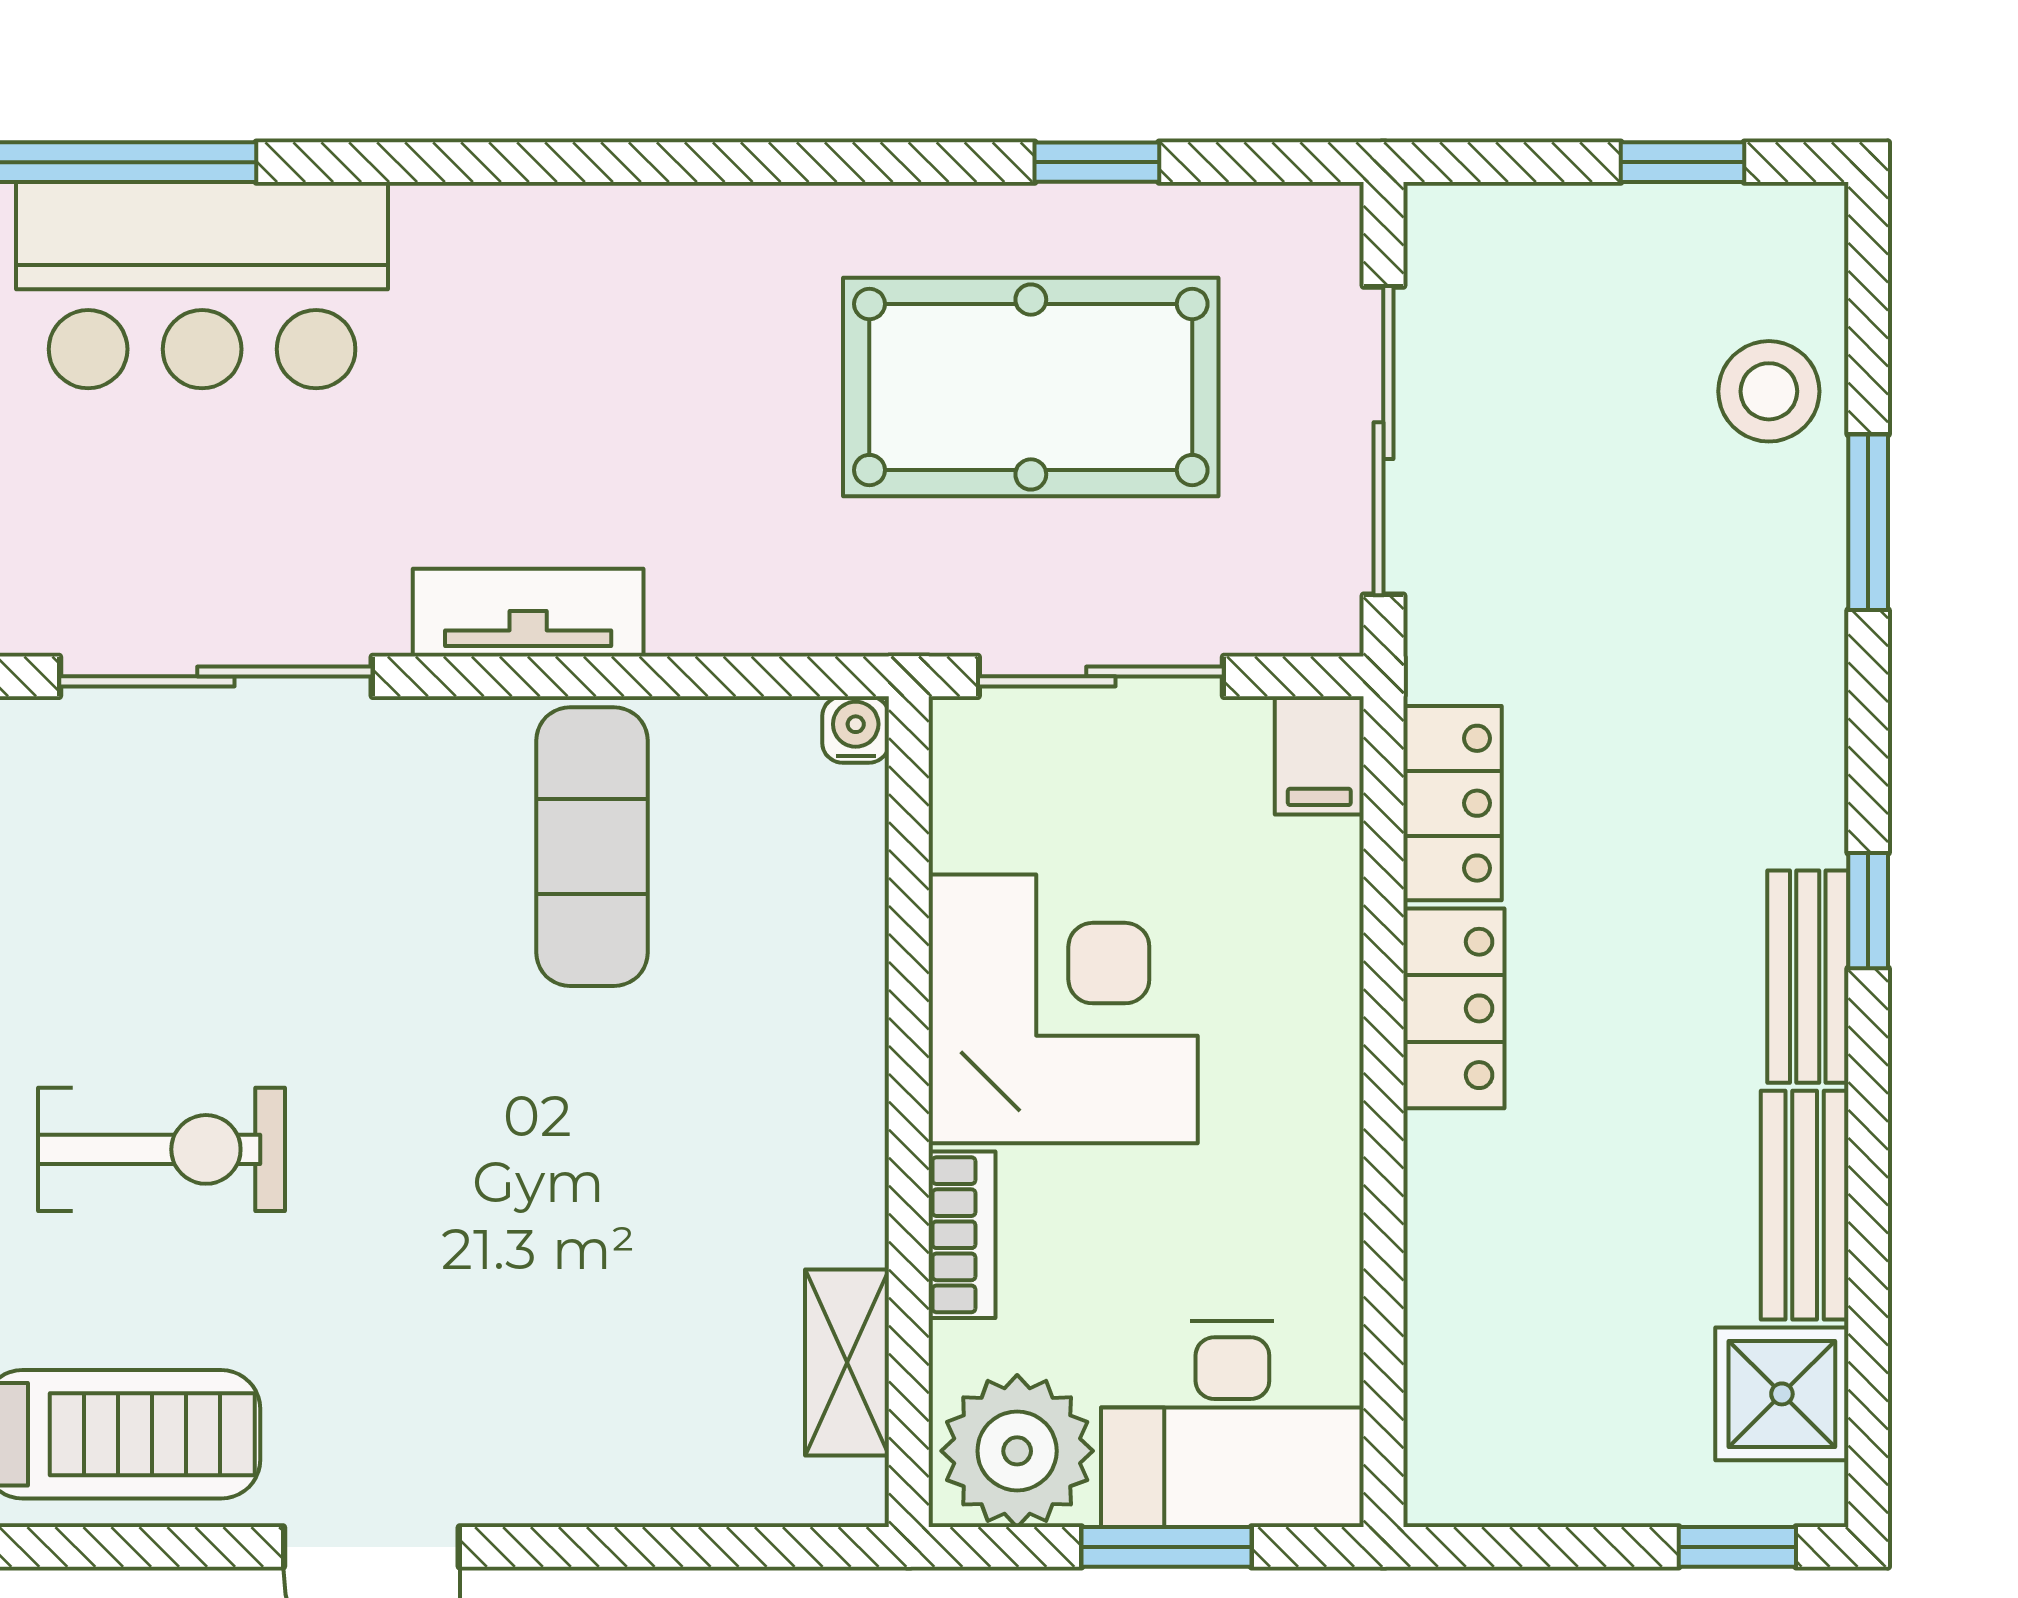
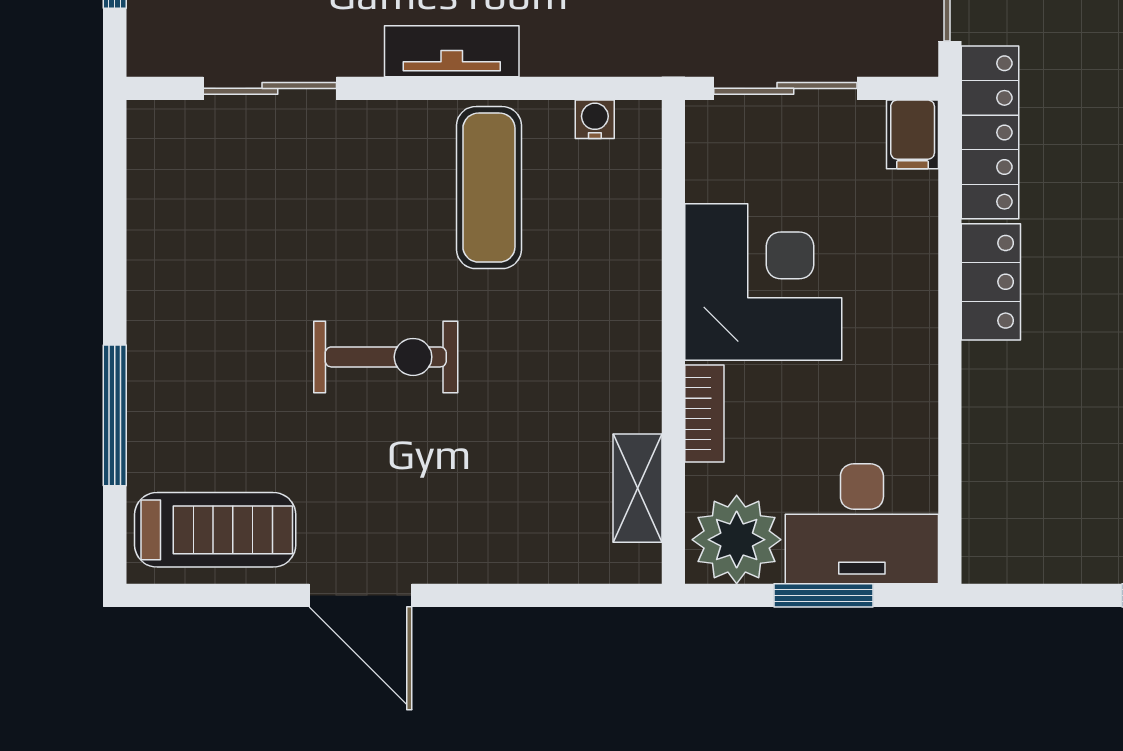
sliding door: (216, 676) -> (270, 88), width x0.73
water cooler: (856, 730) -> (595, 119), moved
locker: (1452, 803) -> (990, 132), width x1.53
exercise bike: (162, 1149) -> (386, 357), moved

